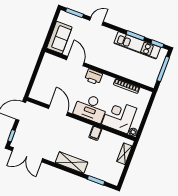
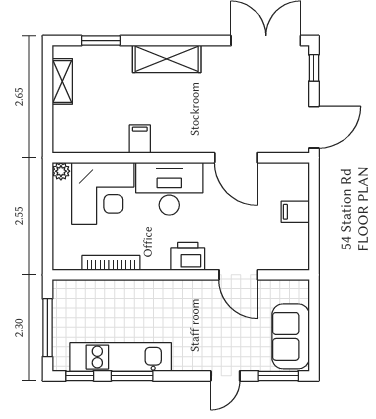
sofa: (59, 38) -> (291, 336), moved
filing cabinet: (42, 79) -> (295, 212), added
shelving: (124, 154) -> (62, 81), moved

